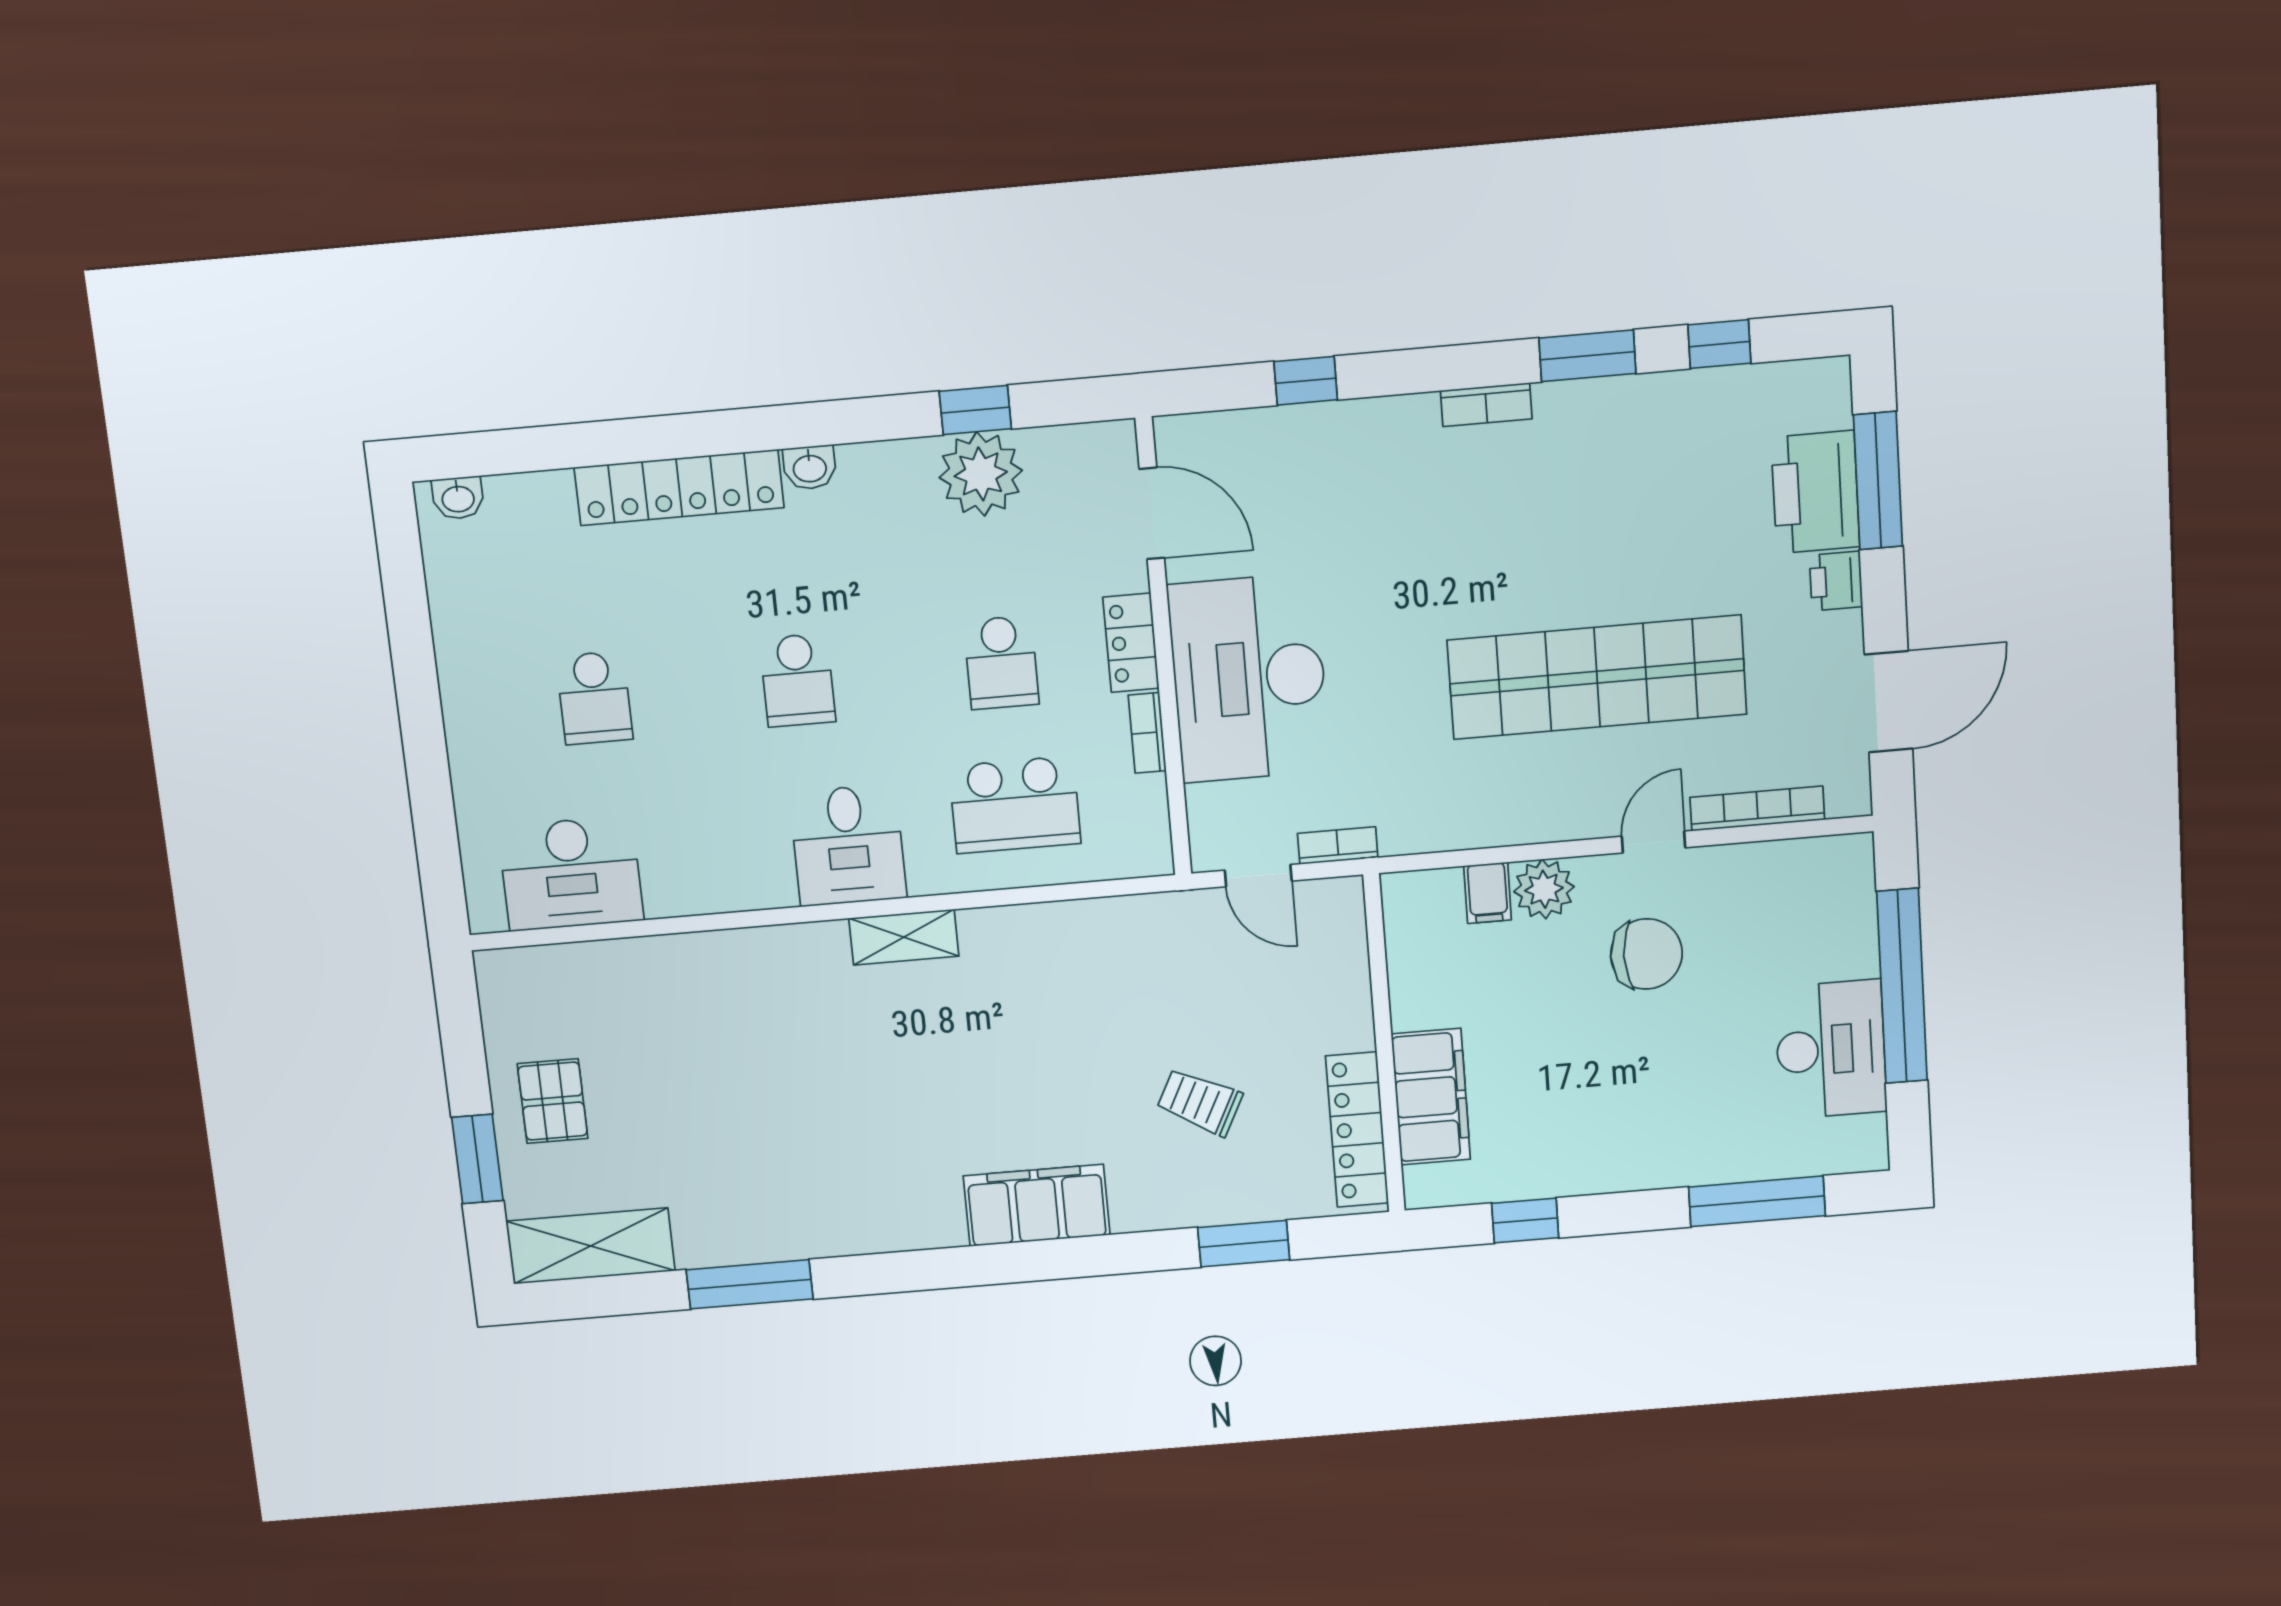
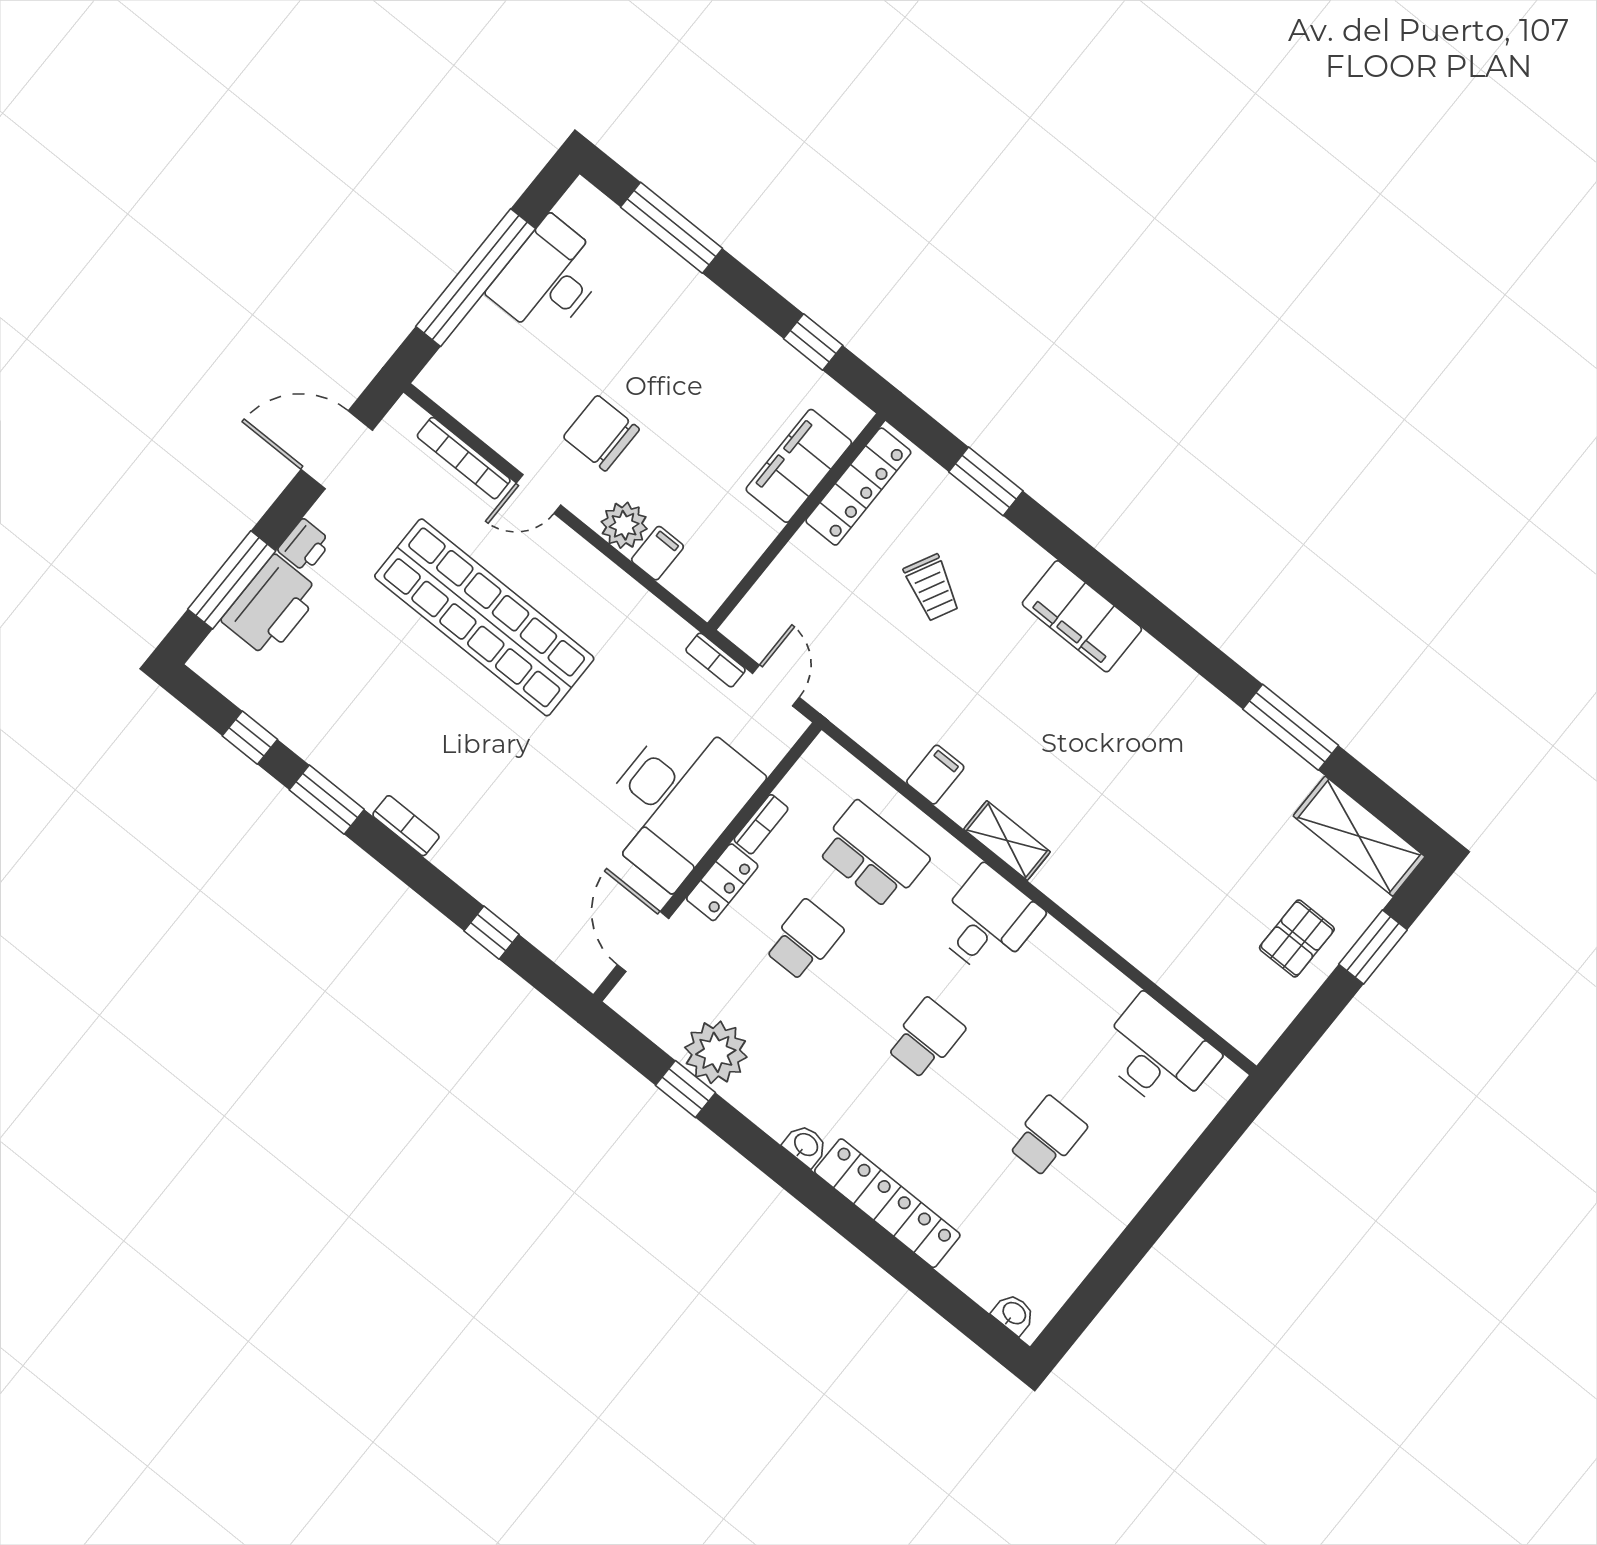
filing cabinet: (1030, 935) -> (935, 775), added

